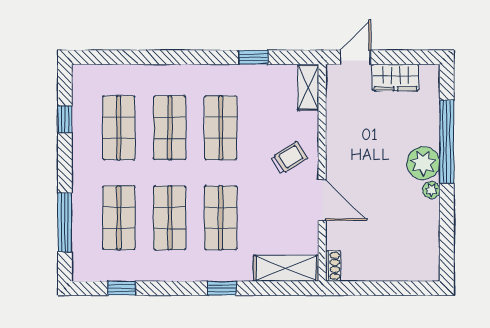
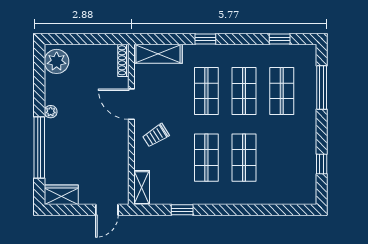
wardrobe: (396, 77) -> (61, 195), moved
shop shelf: (119, 128) -> (282, 158), removed
plant: (423, 163) -> (57, 61), moved
shoe rack: (333, 266) -> (123, 60), width x1.43

